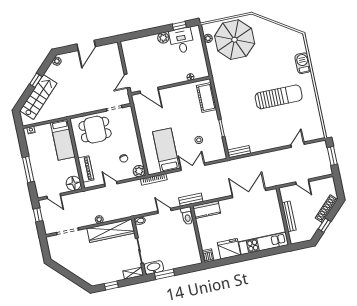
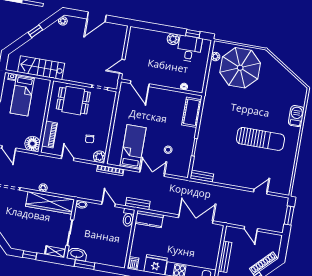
stairs: (38, 97) -> (41, 68), moved, turned -135
bed: (63, 140) -> (22, 95), moved

